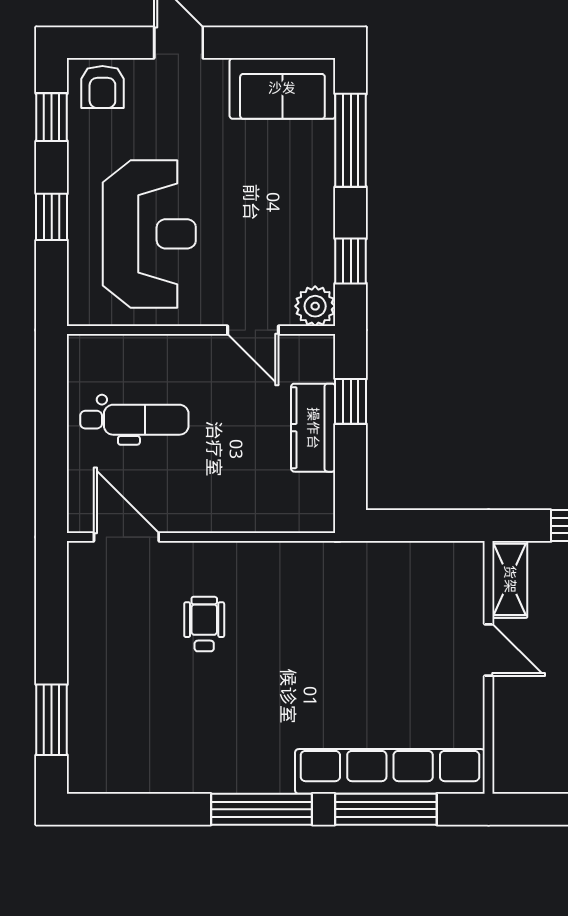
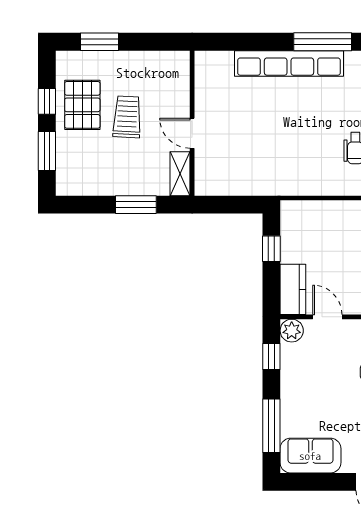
window: (351, 401) -> (271, 249), moved
kitchen counter: (313, 428) -> (293, 289), moved
row of seats: (390, 771) -> (289, 63), moved
window: (386, 809) -> (251, 42), removed

